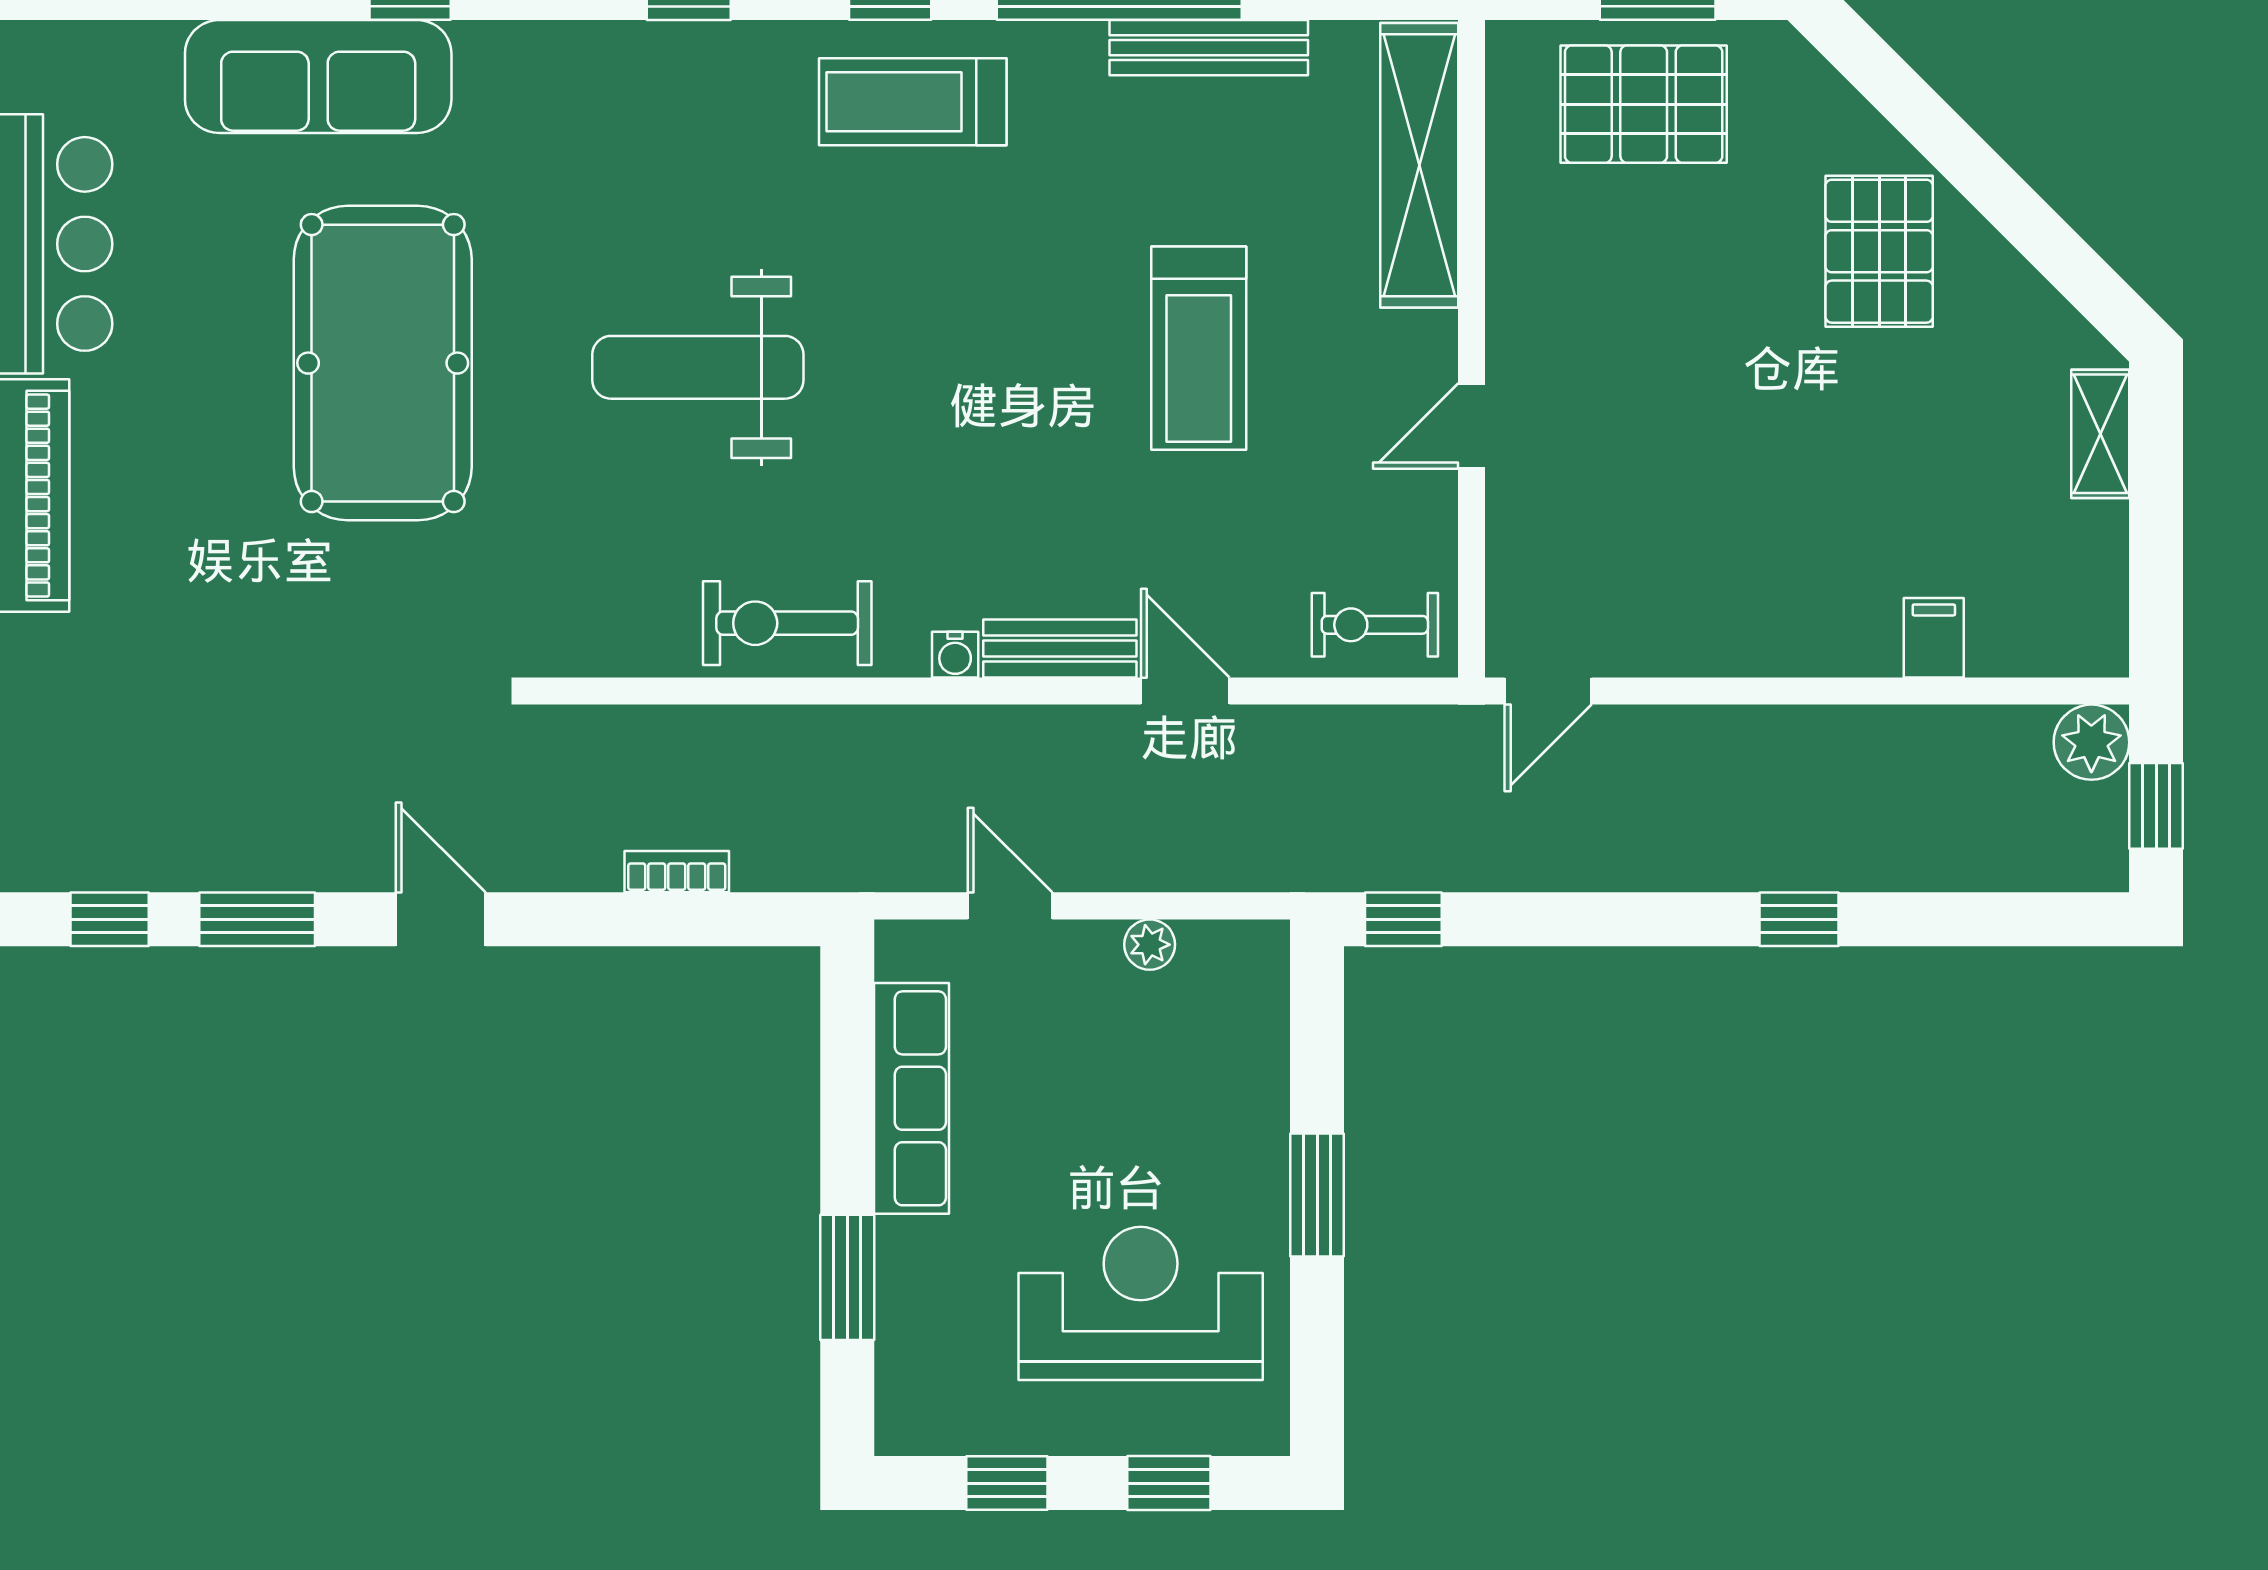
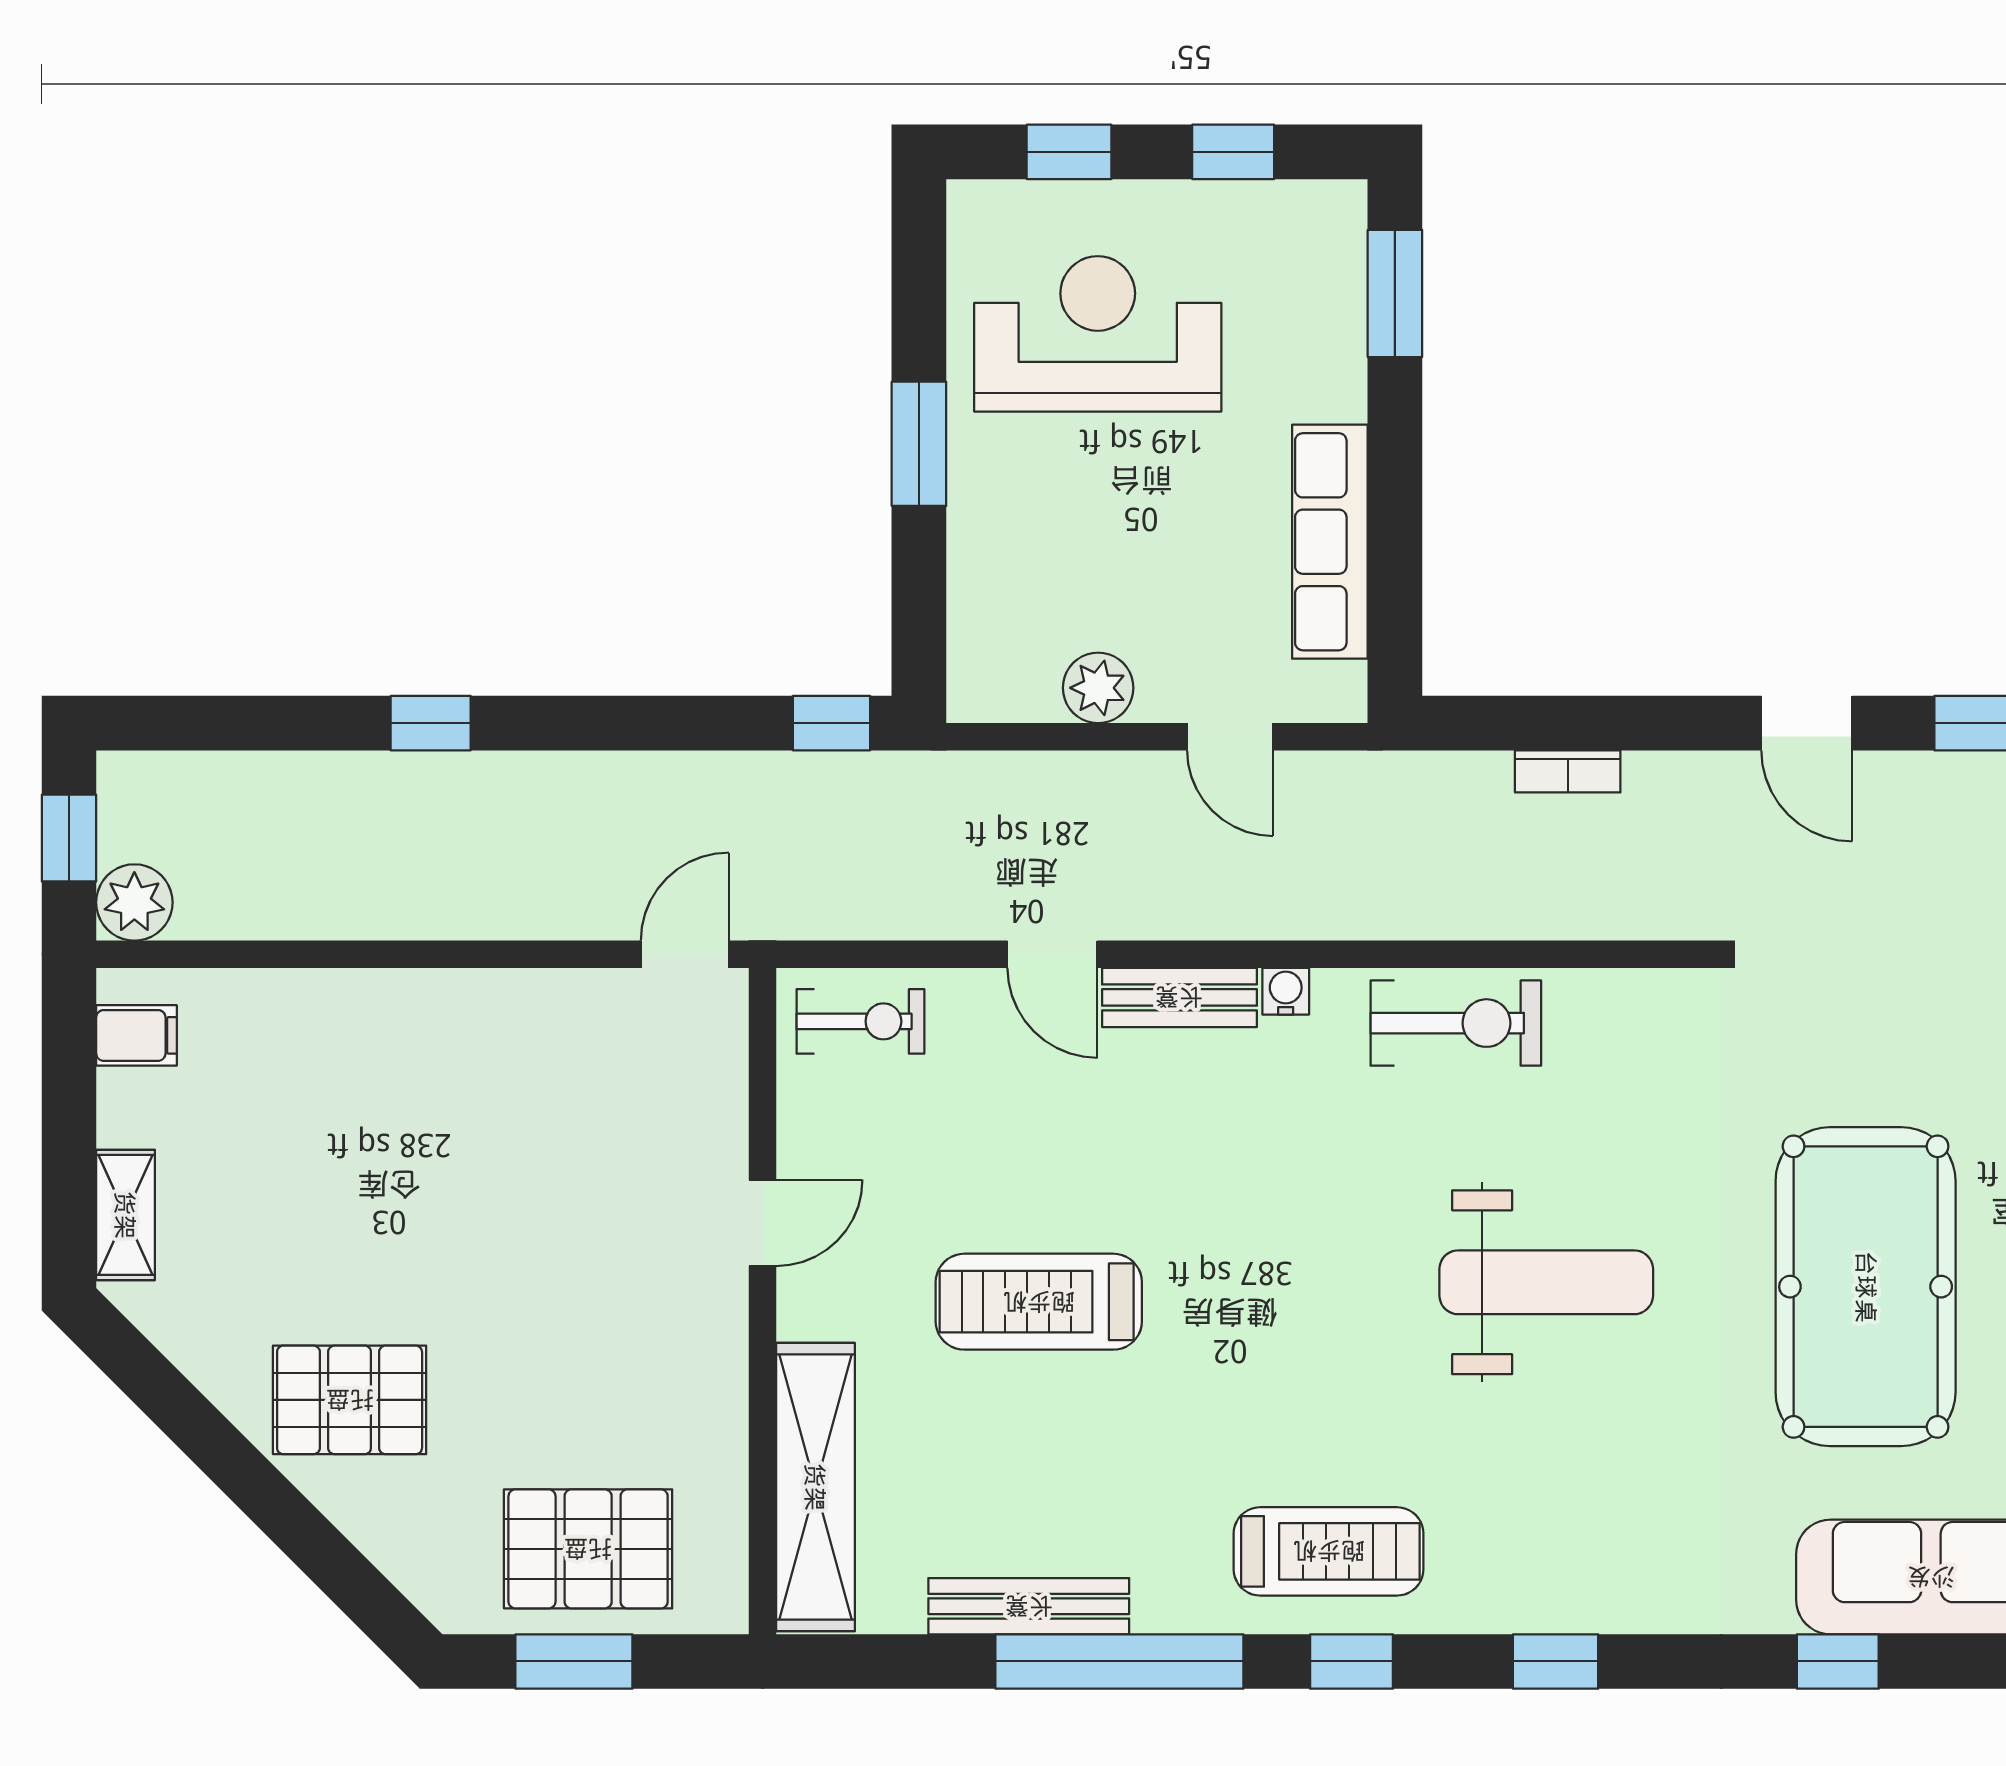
pallet: (1879, 251) -> (350, 1400), turned 90
treadmill: (1199, 348) -> (1039, 1302), turned -90
filing cabinet: (1934, 638) -> (137, 1035), moved, turned -90
plant: (1150, 945) -> (1098, 688), width x1.38, depth x1.38
window: (847, 1277) -> (1395, 293), moved
reception desk: (1141, 1303) -> (1098, 334), turned 180

